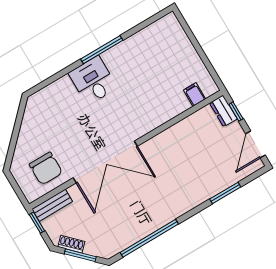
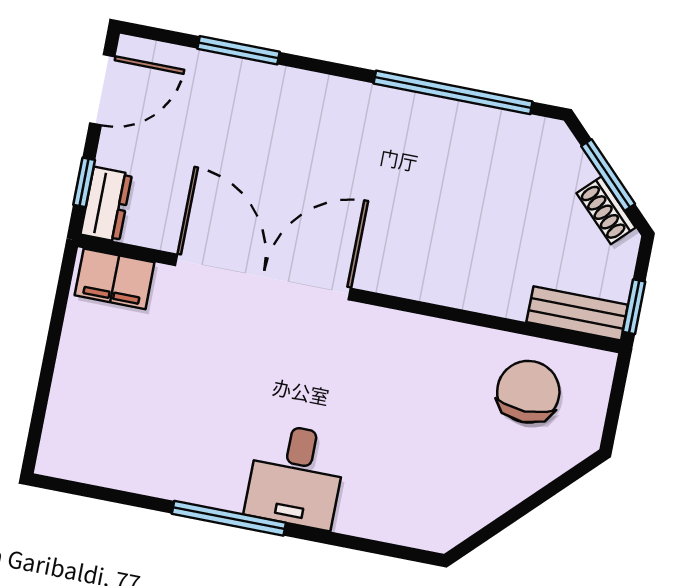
filing cabinet: (195, 95) -> (115, 279), width x2.00
double door: (105, 162) -> (263, 277), moved

